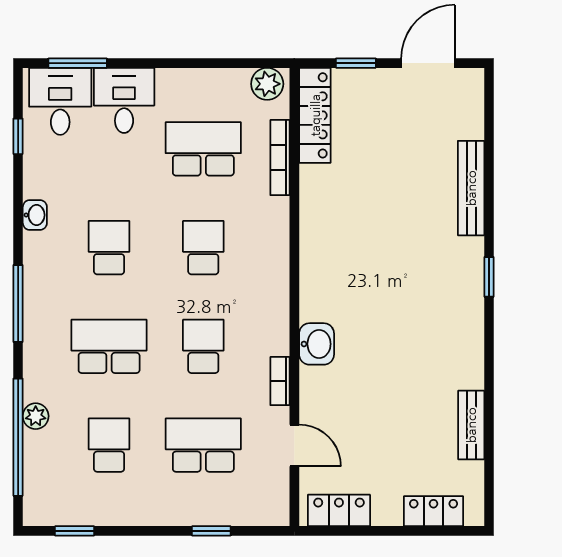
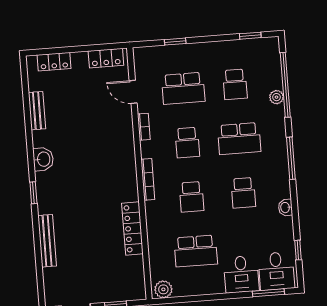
locker: (315, 115) -> (132, 229), moved
bookcase: (280, 158) -> (148, 179), moved
washbasin: (317, 344) -> (43, 159), moved, turned 180

